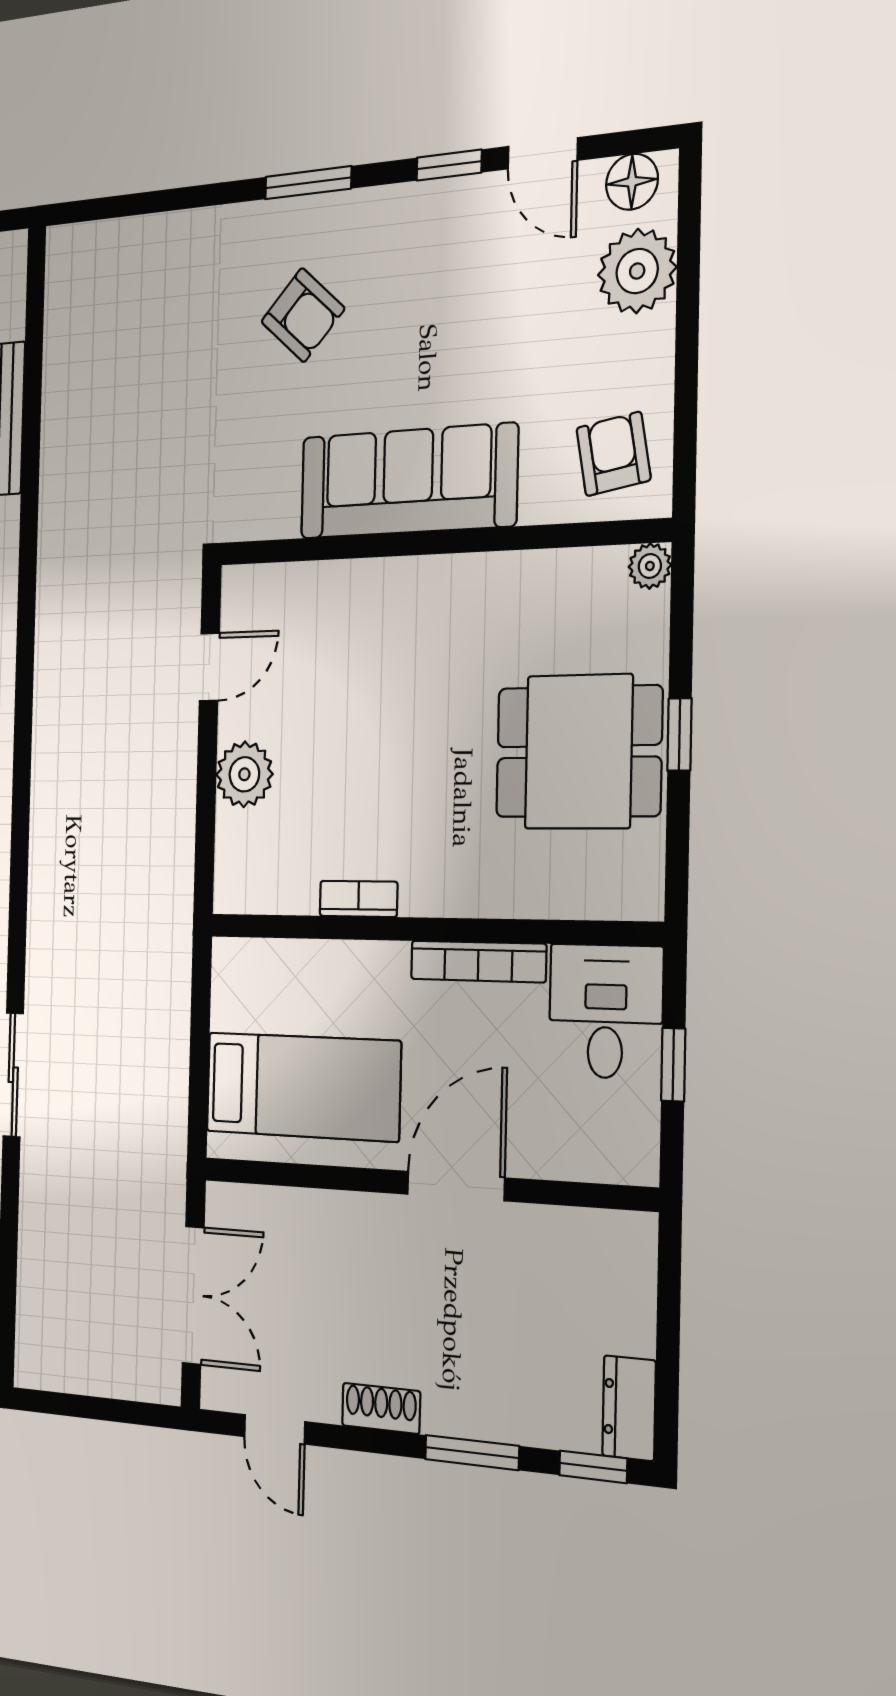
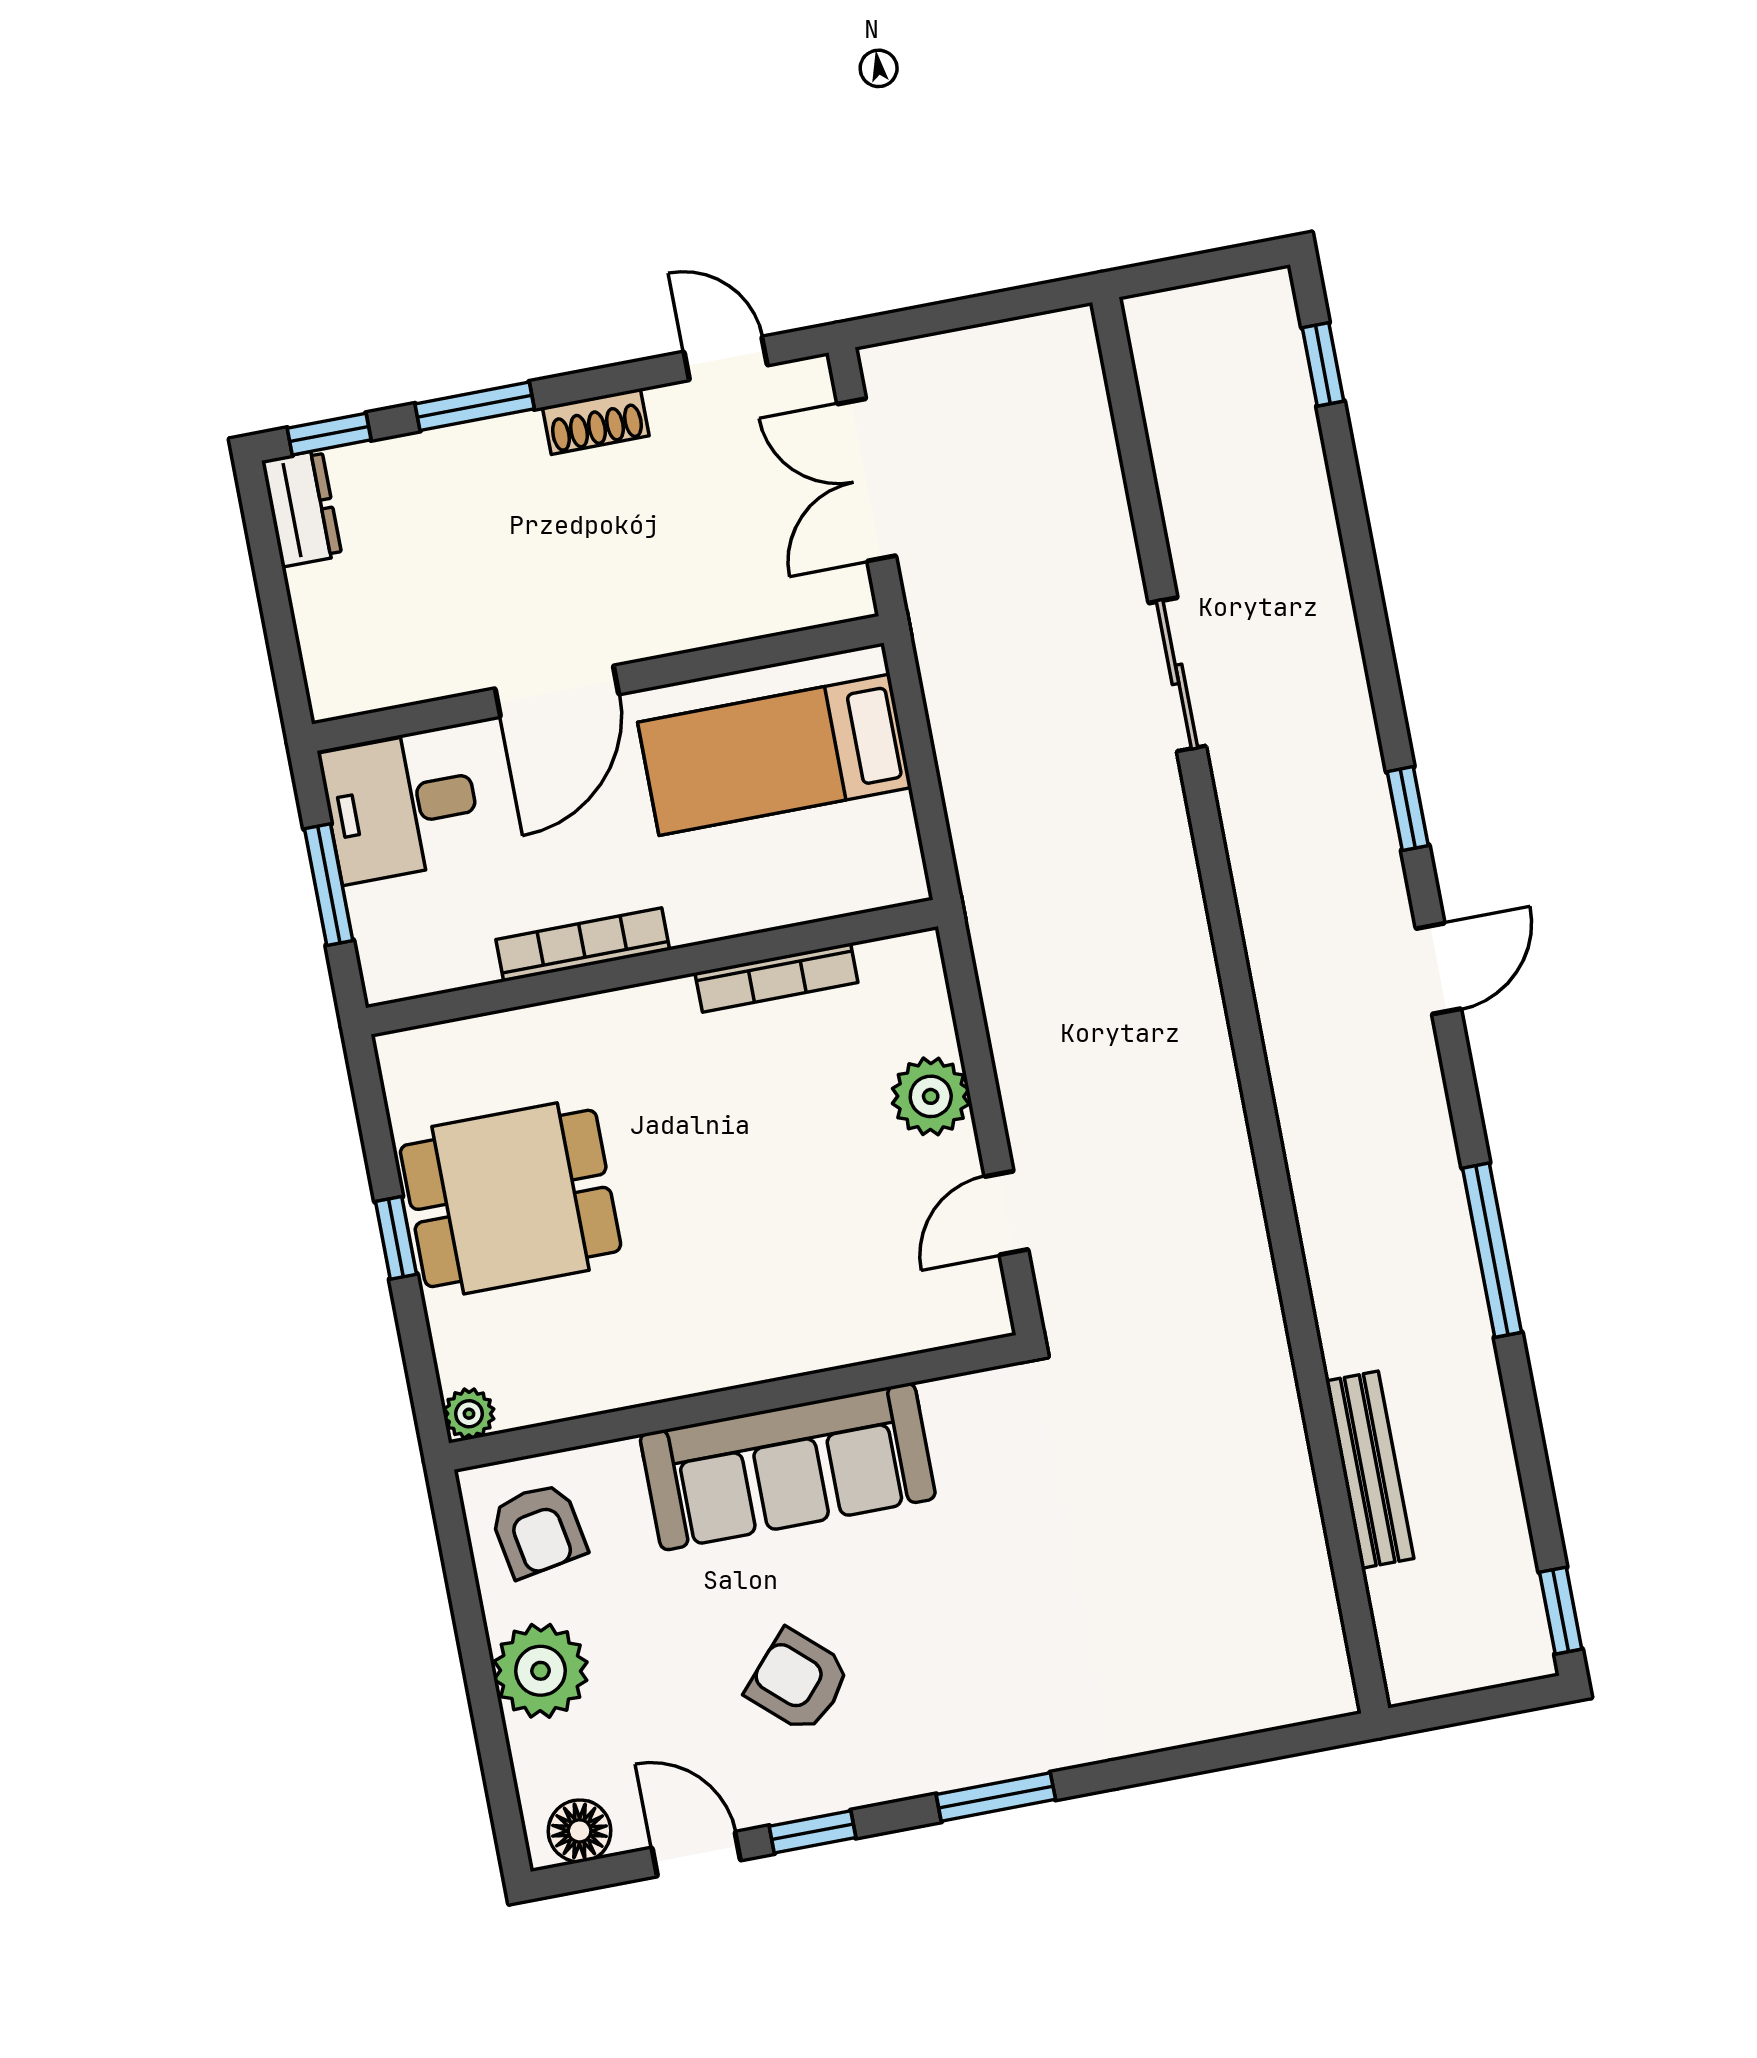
plant: (637, 271) -> (541, 1671), moved
armchair: (303, 315) -> (798, 1681), moved
bookcase: (358, 899) -> (776, 978), width x1.56
desk: (606, 1011) -> (401, 806), moved, turned 90
window: (673, 1065) -> (329, 885), width x1.50

